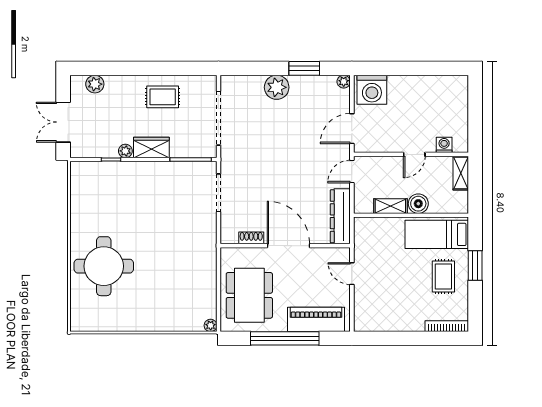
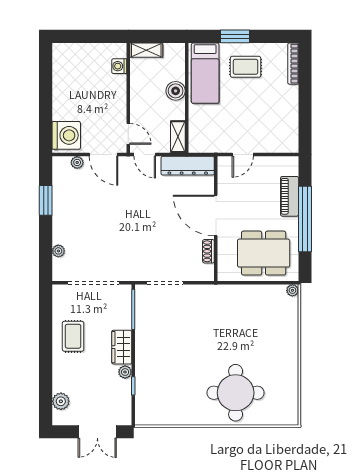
plant: (344, 82) -> (77, 162), moved
plant: (277, 87) -> (58, 251), moved, width x0.53, depth x0.53
door: (414, 154) -> (128, 134), moved
shelving: (390, 206) -> (178, 137), moved
door: (288, 246) -> (216, 215), hinge flipped
piano: (316, 319) -> (290, 196), width x0.73, depth x0.75

